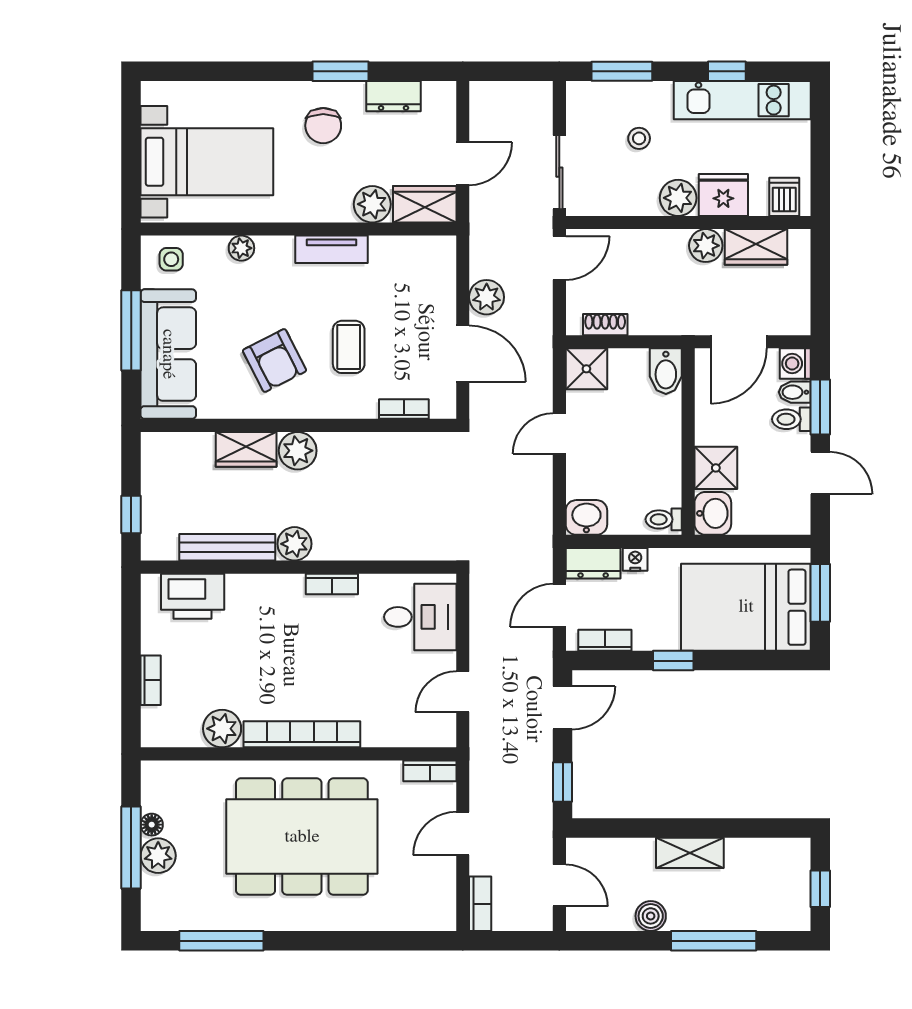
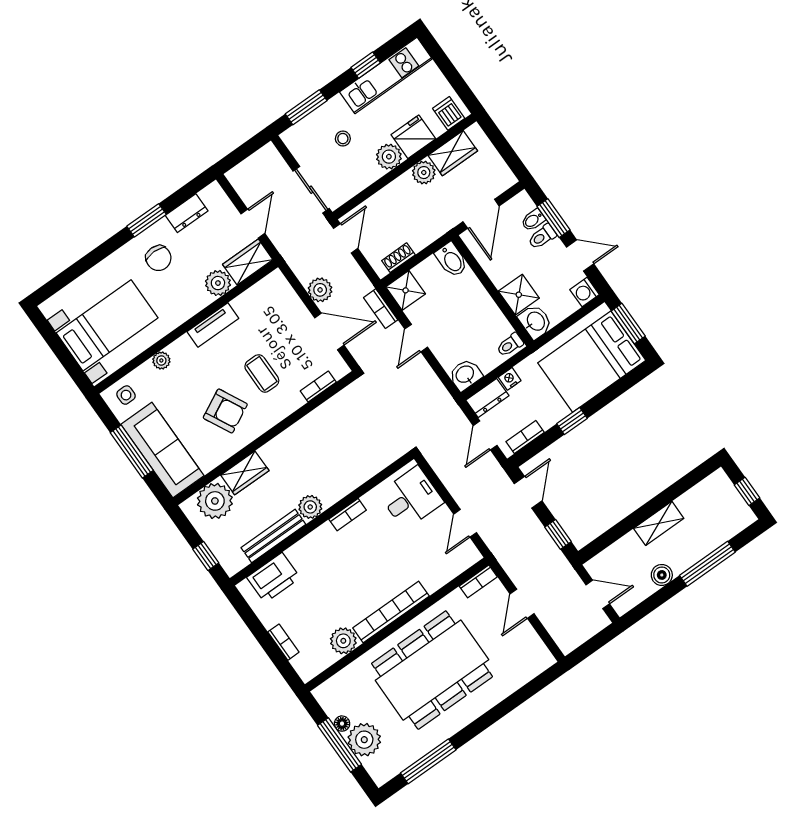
washing machine: (795, 363) -> (585, 292), moved
plant: (298, 451) -> (215, 501), moved, width x1.36, depth x1.36
plant: (158, 856) -> (364, 740), width x1.36, depth x1.36
bookcase: (480, 904) -> (381, 309), moved, turned 180

